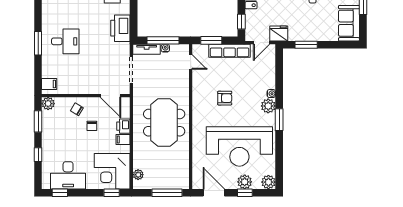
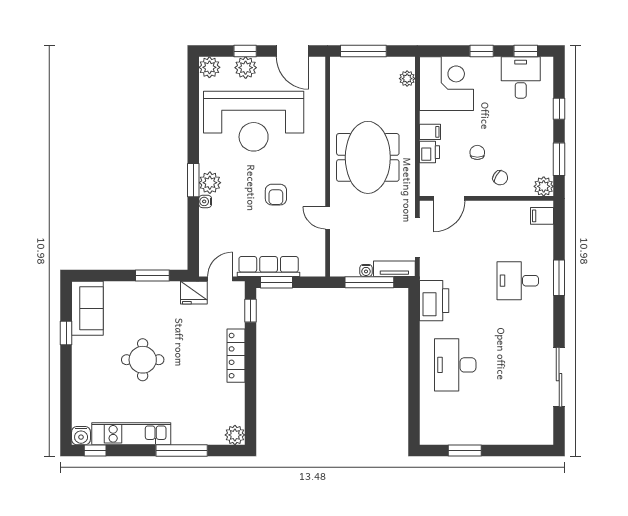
window: (211, 40) -> (276, 282), moved
door: (191, 62) -> (328, 218), moved
door: (110, 96) -> (449, 198), swing flipped
armchair: (225, 98) -> (276, 195), turned -90
window: (279, 120) -> (193, 180), moved
reception desk: (239, 146) -> (254, 121), turned 180
desk: (68, 175) -> (521, 78), width x0.73
window: (112, 193) -> (482, 51), moved

